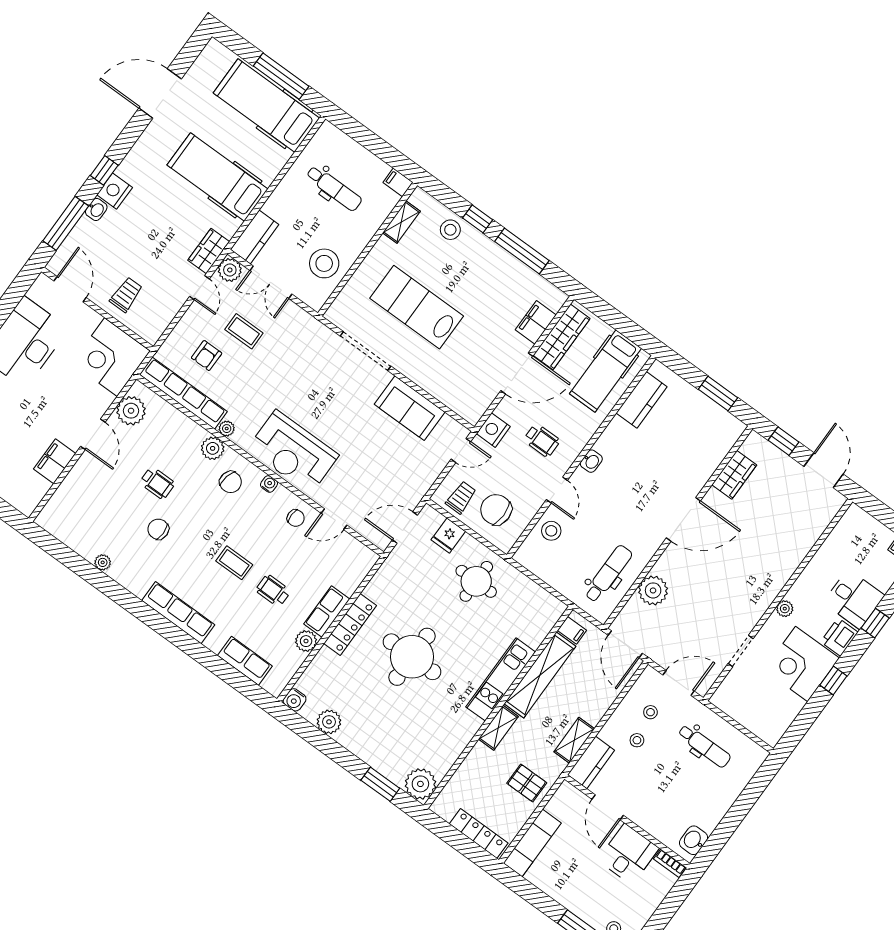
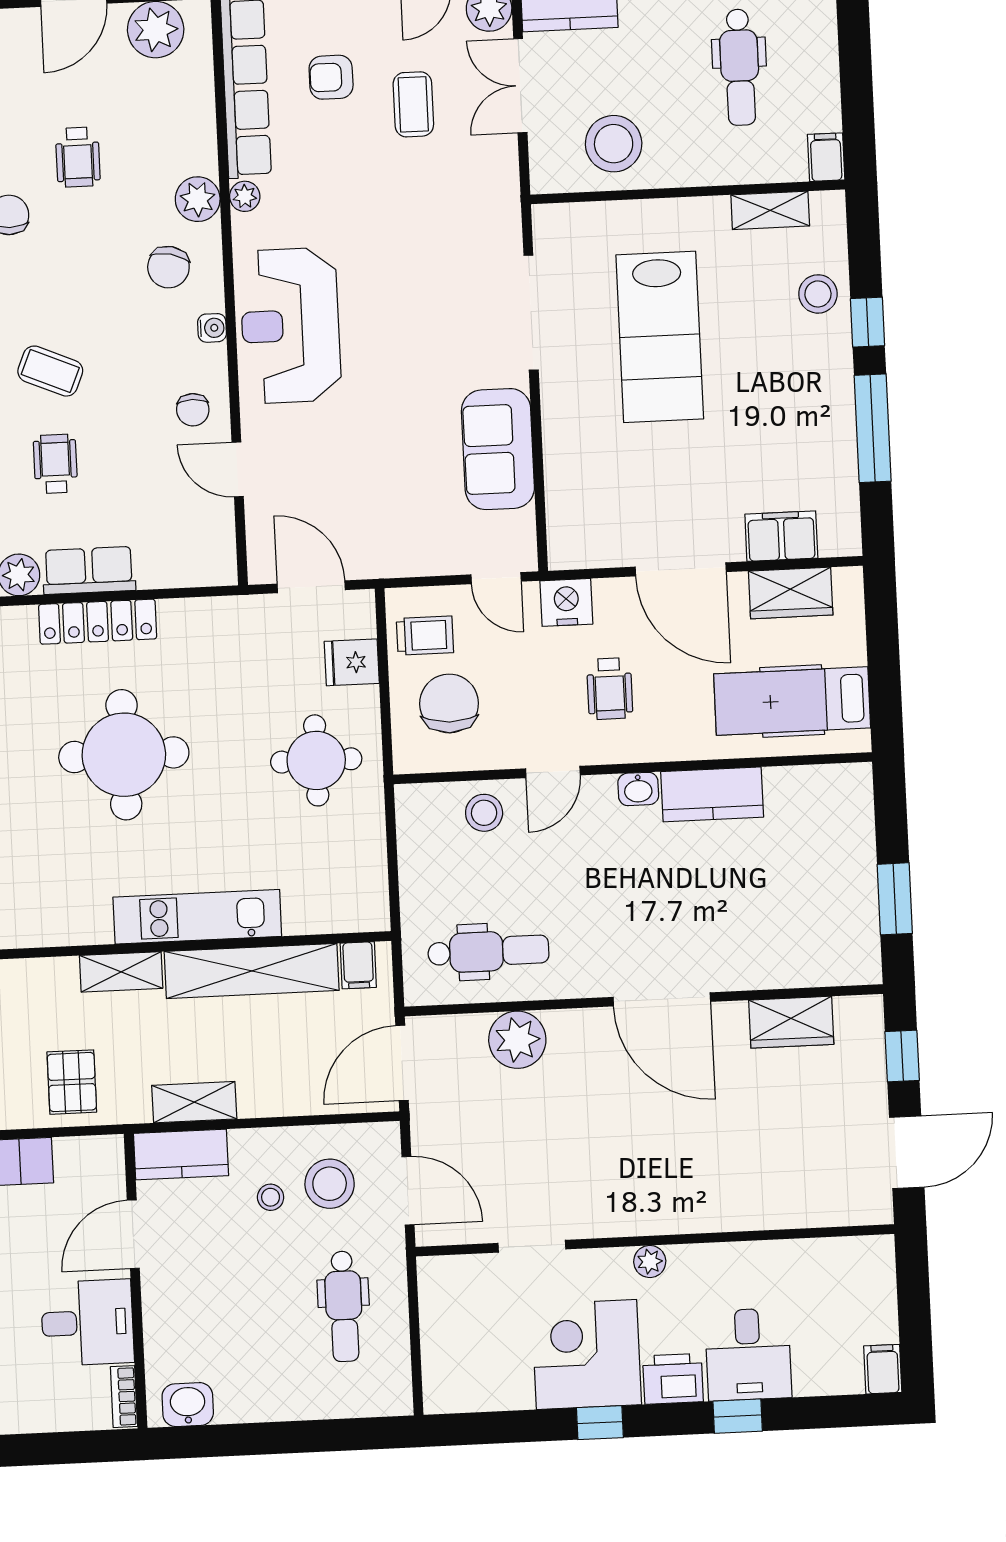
lab bench: (417, 307) -> (660, 337), turned 180
wardrobe: (562, 337) -> (791, 593), width x0.67
kitchen counter: (642, 400) -> (712, 794), moved
coffee table: (234, 563) -> (50, 371), turned -67
stool: (650, 712) -> (330, 1184), width x1.89, depth x1.89

